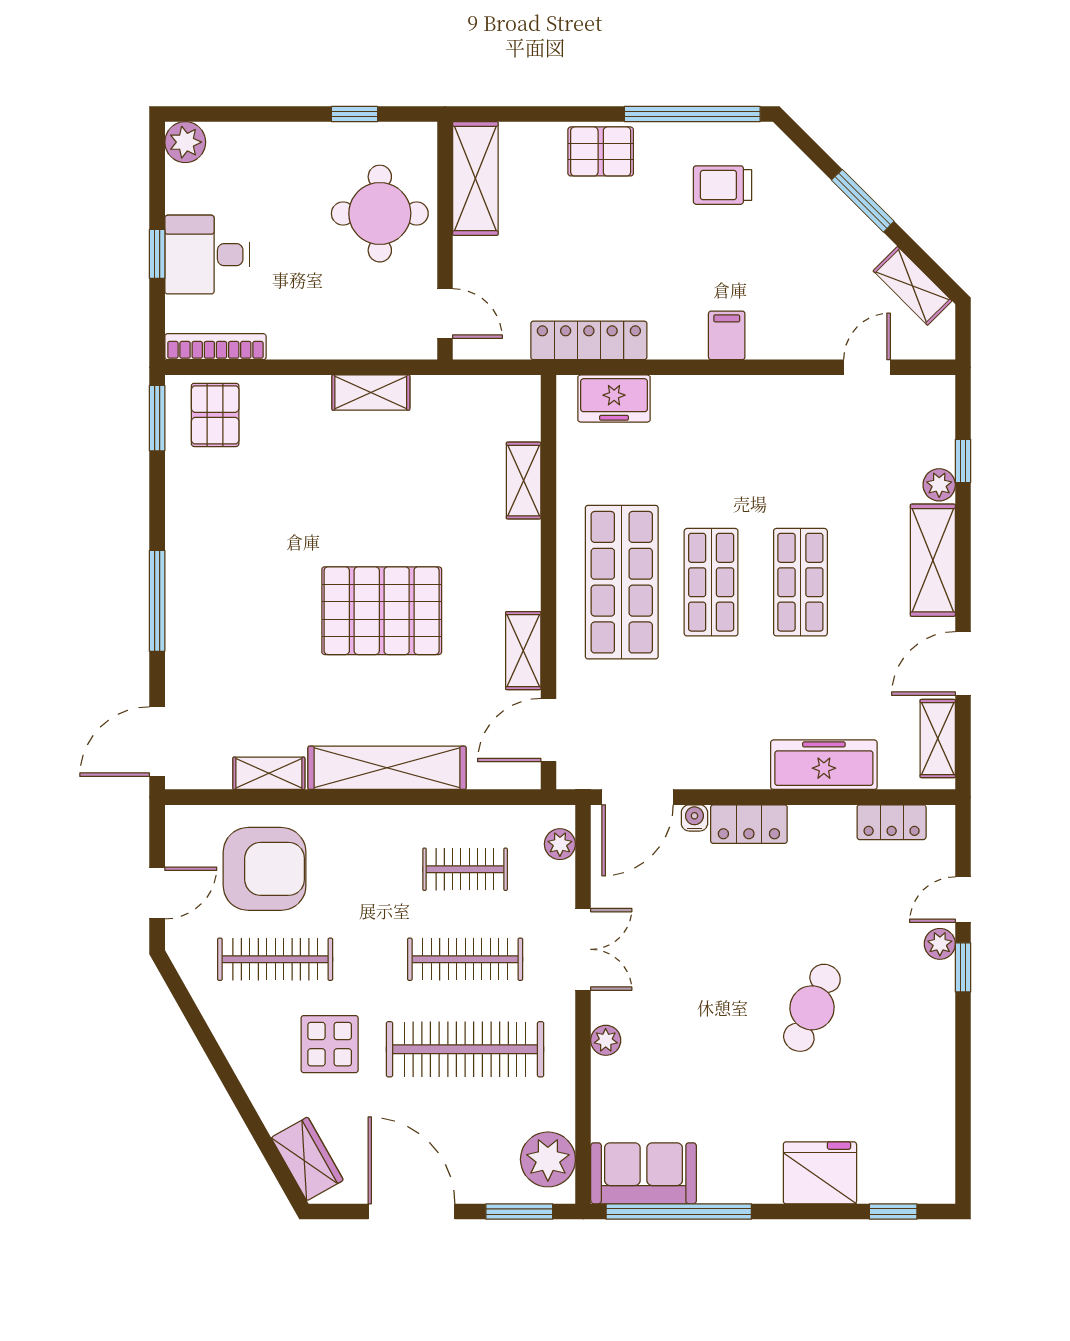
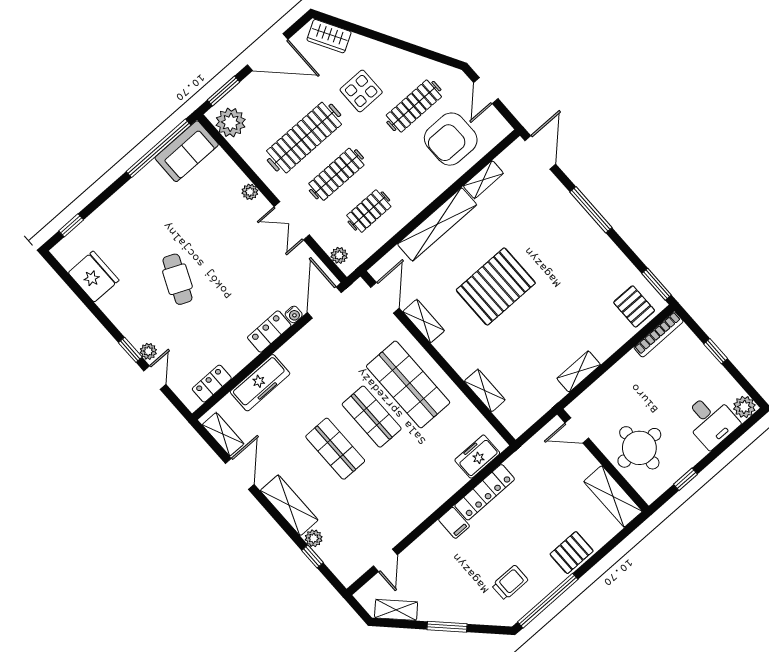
desk: (207, 255) -> (711, 421), moved, turned 90
locker: (589, 340) -> (485, 492), moved
fridge: (820, 1173) -> (94, 277), moved, turned -90

